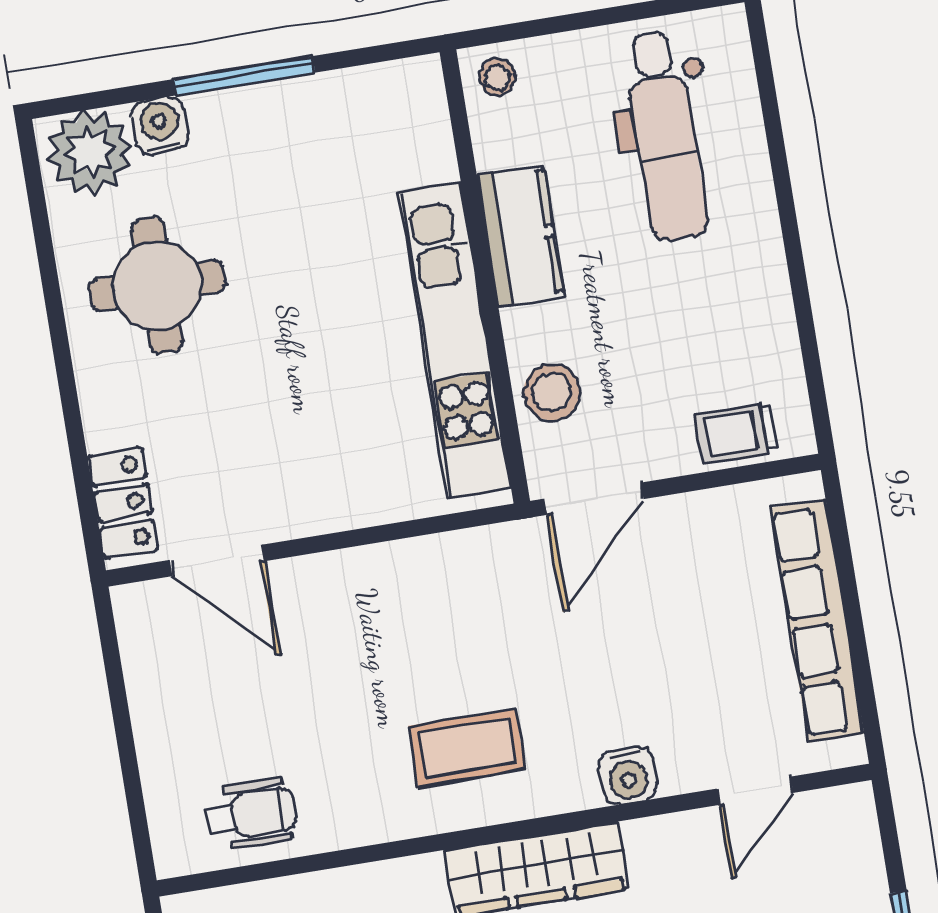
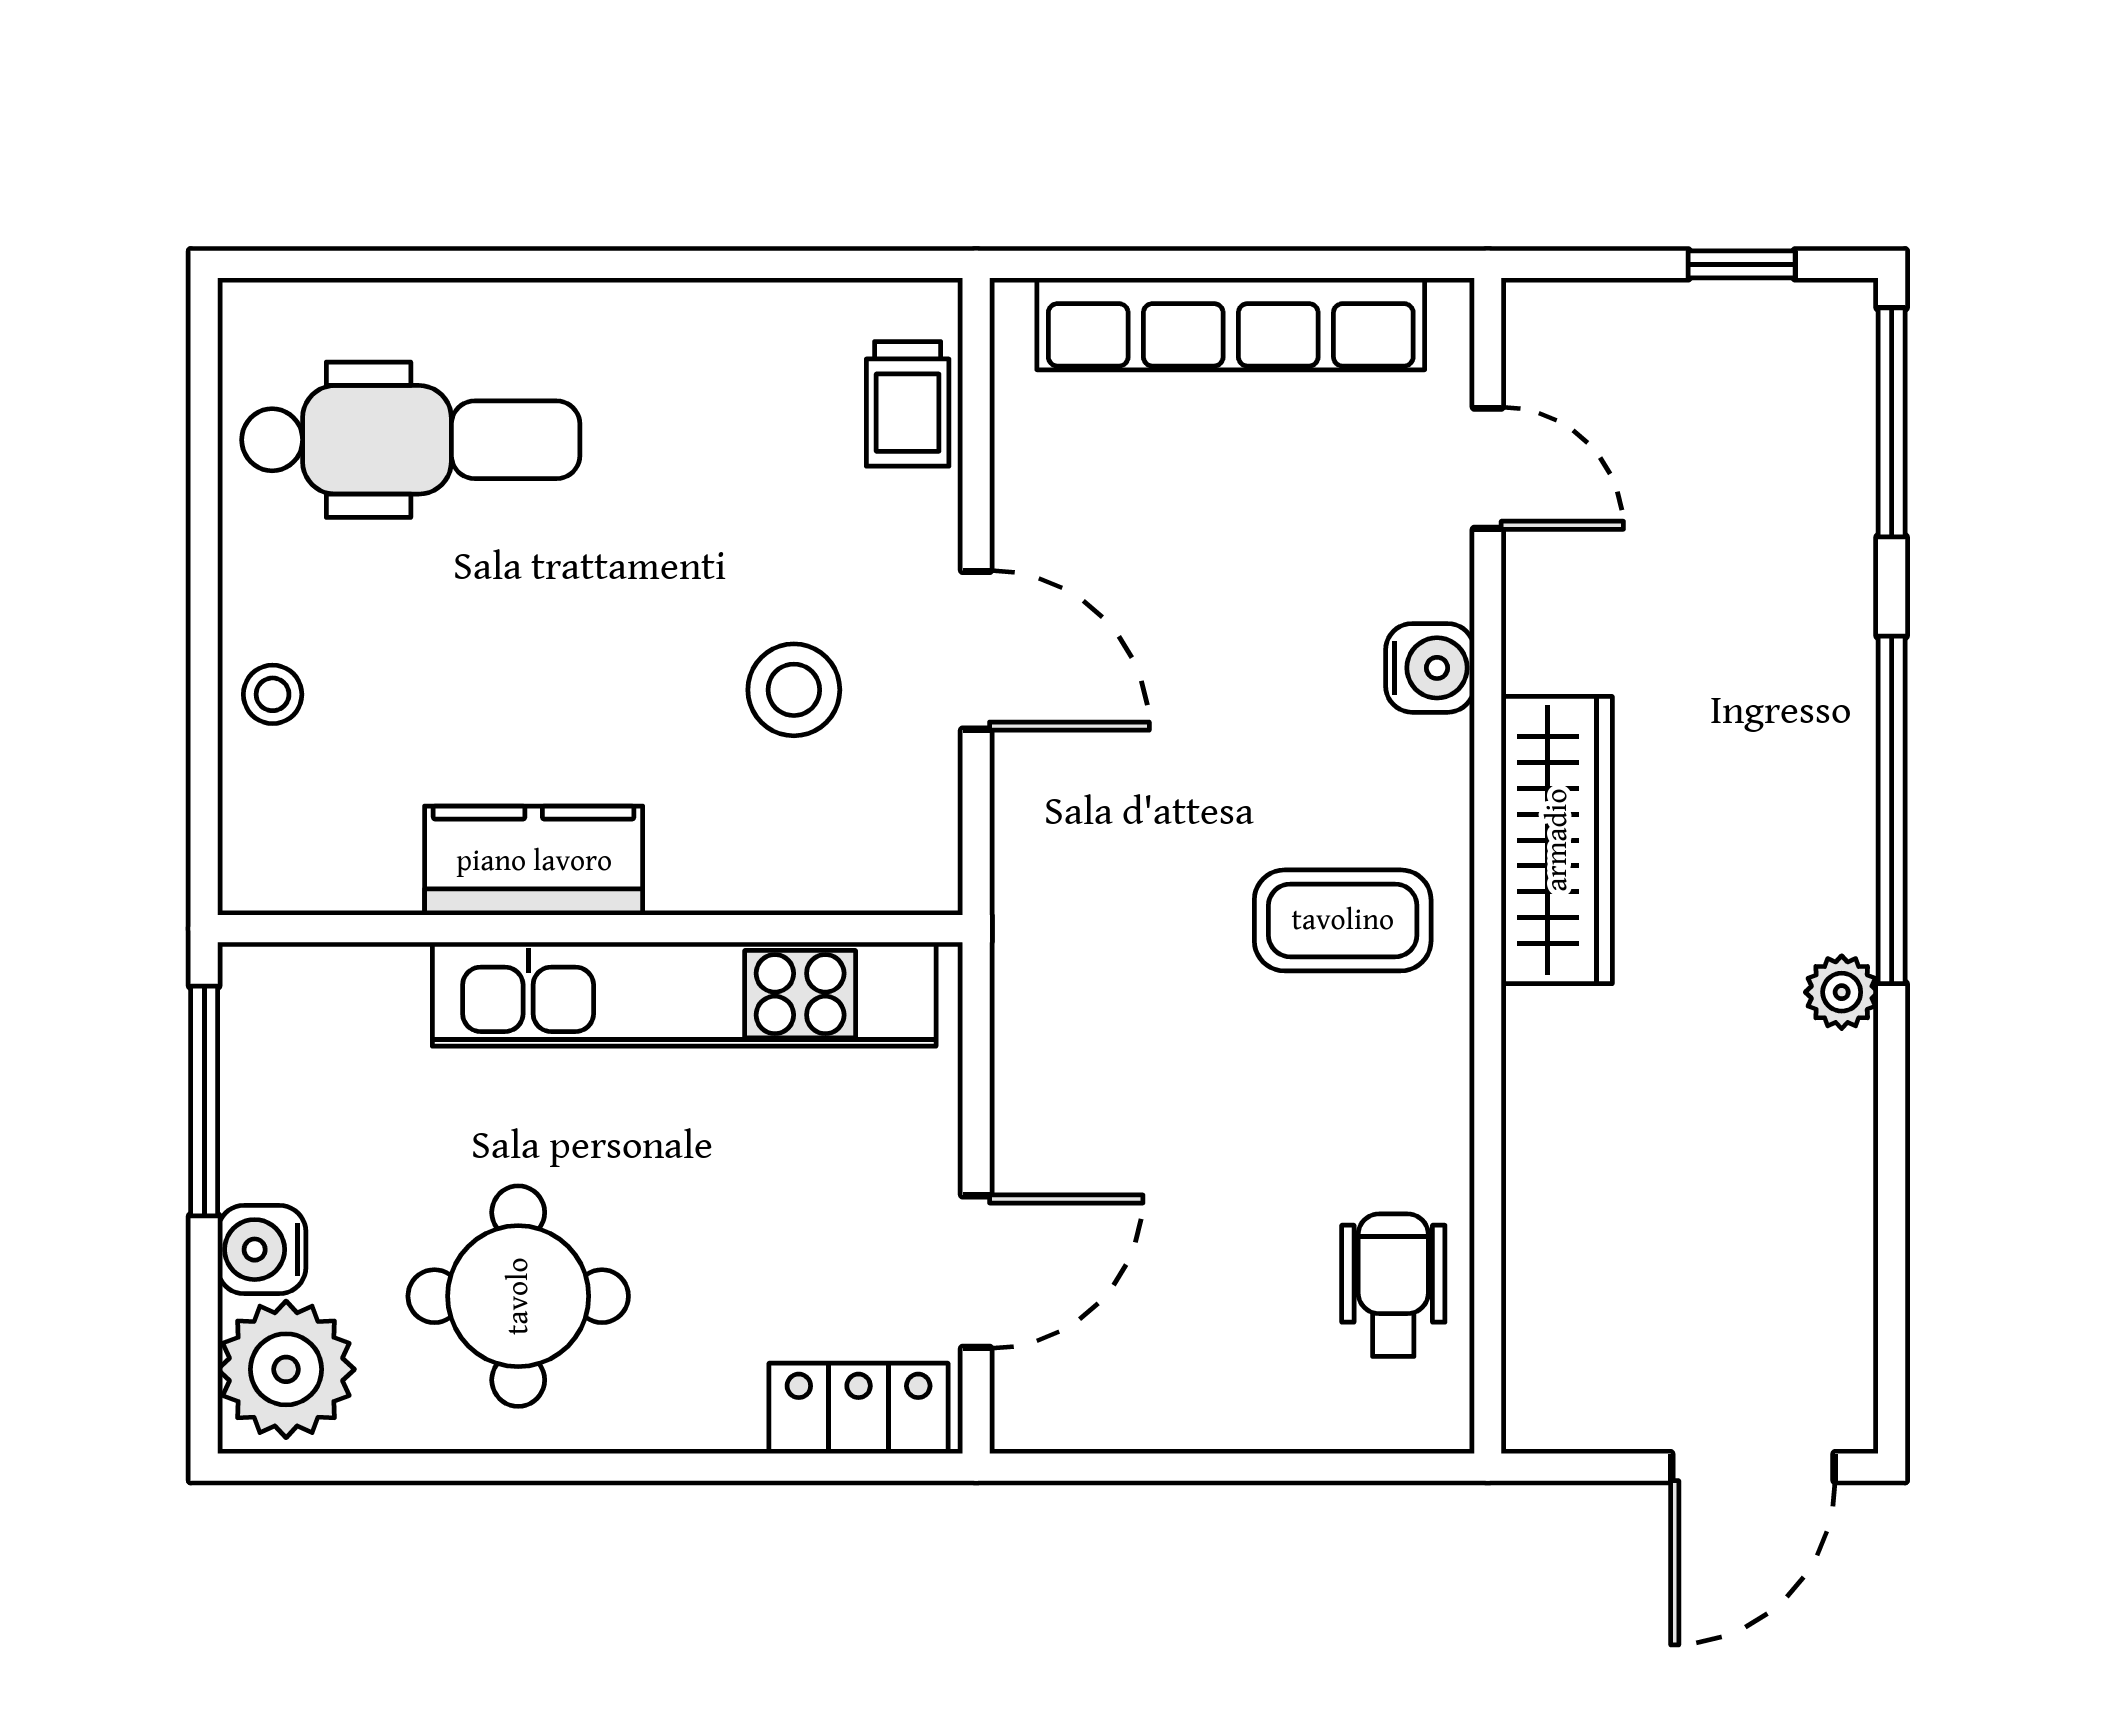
kitchen counter: (520, 236) -> (534, 861), moved
wall: (485, 277) -> (590, 929), moved
kitchen unit: (455, 340) -> (684, 994), moved
coffee table: (467, 748) -> (1343, 920), turned 90

